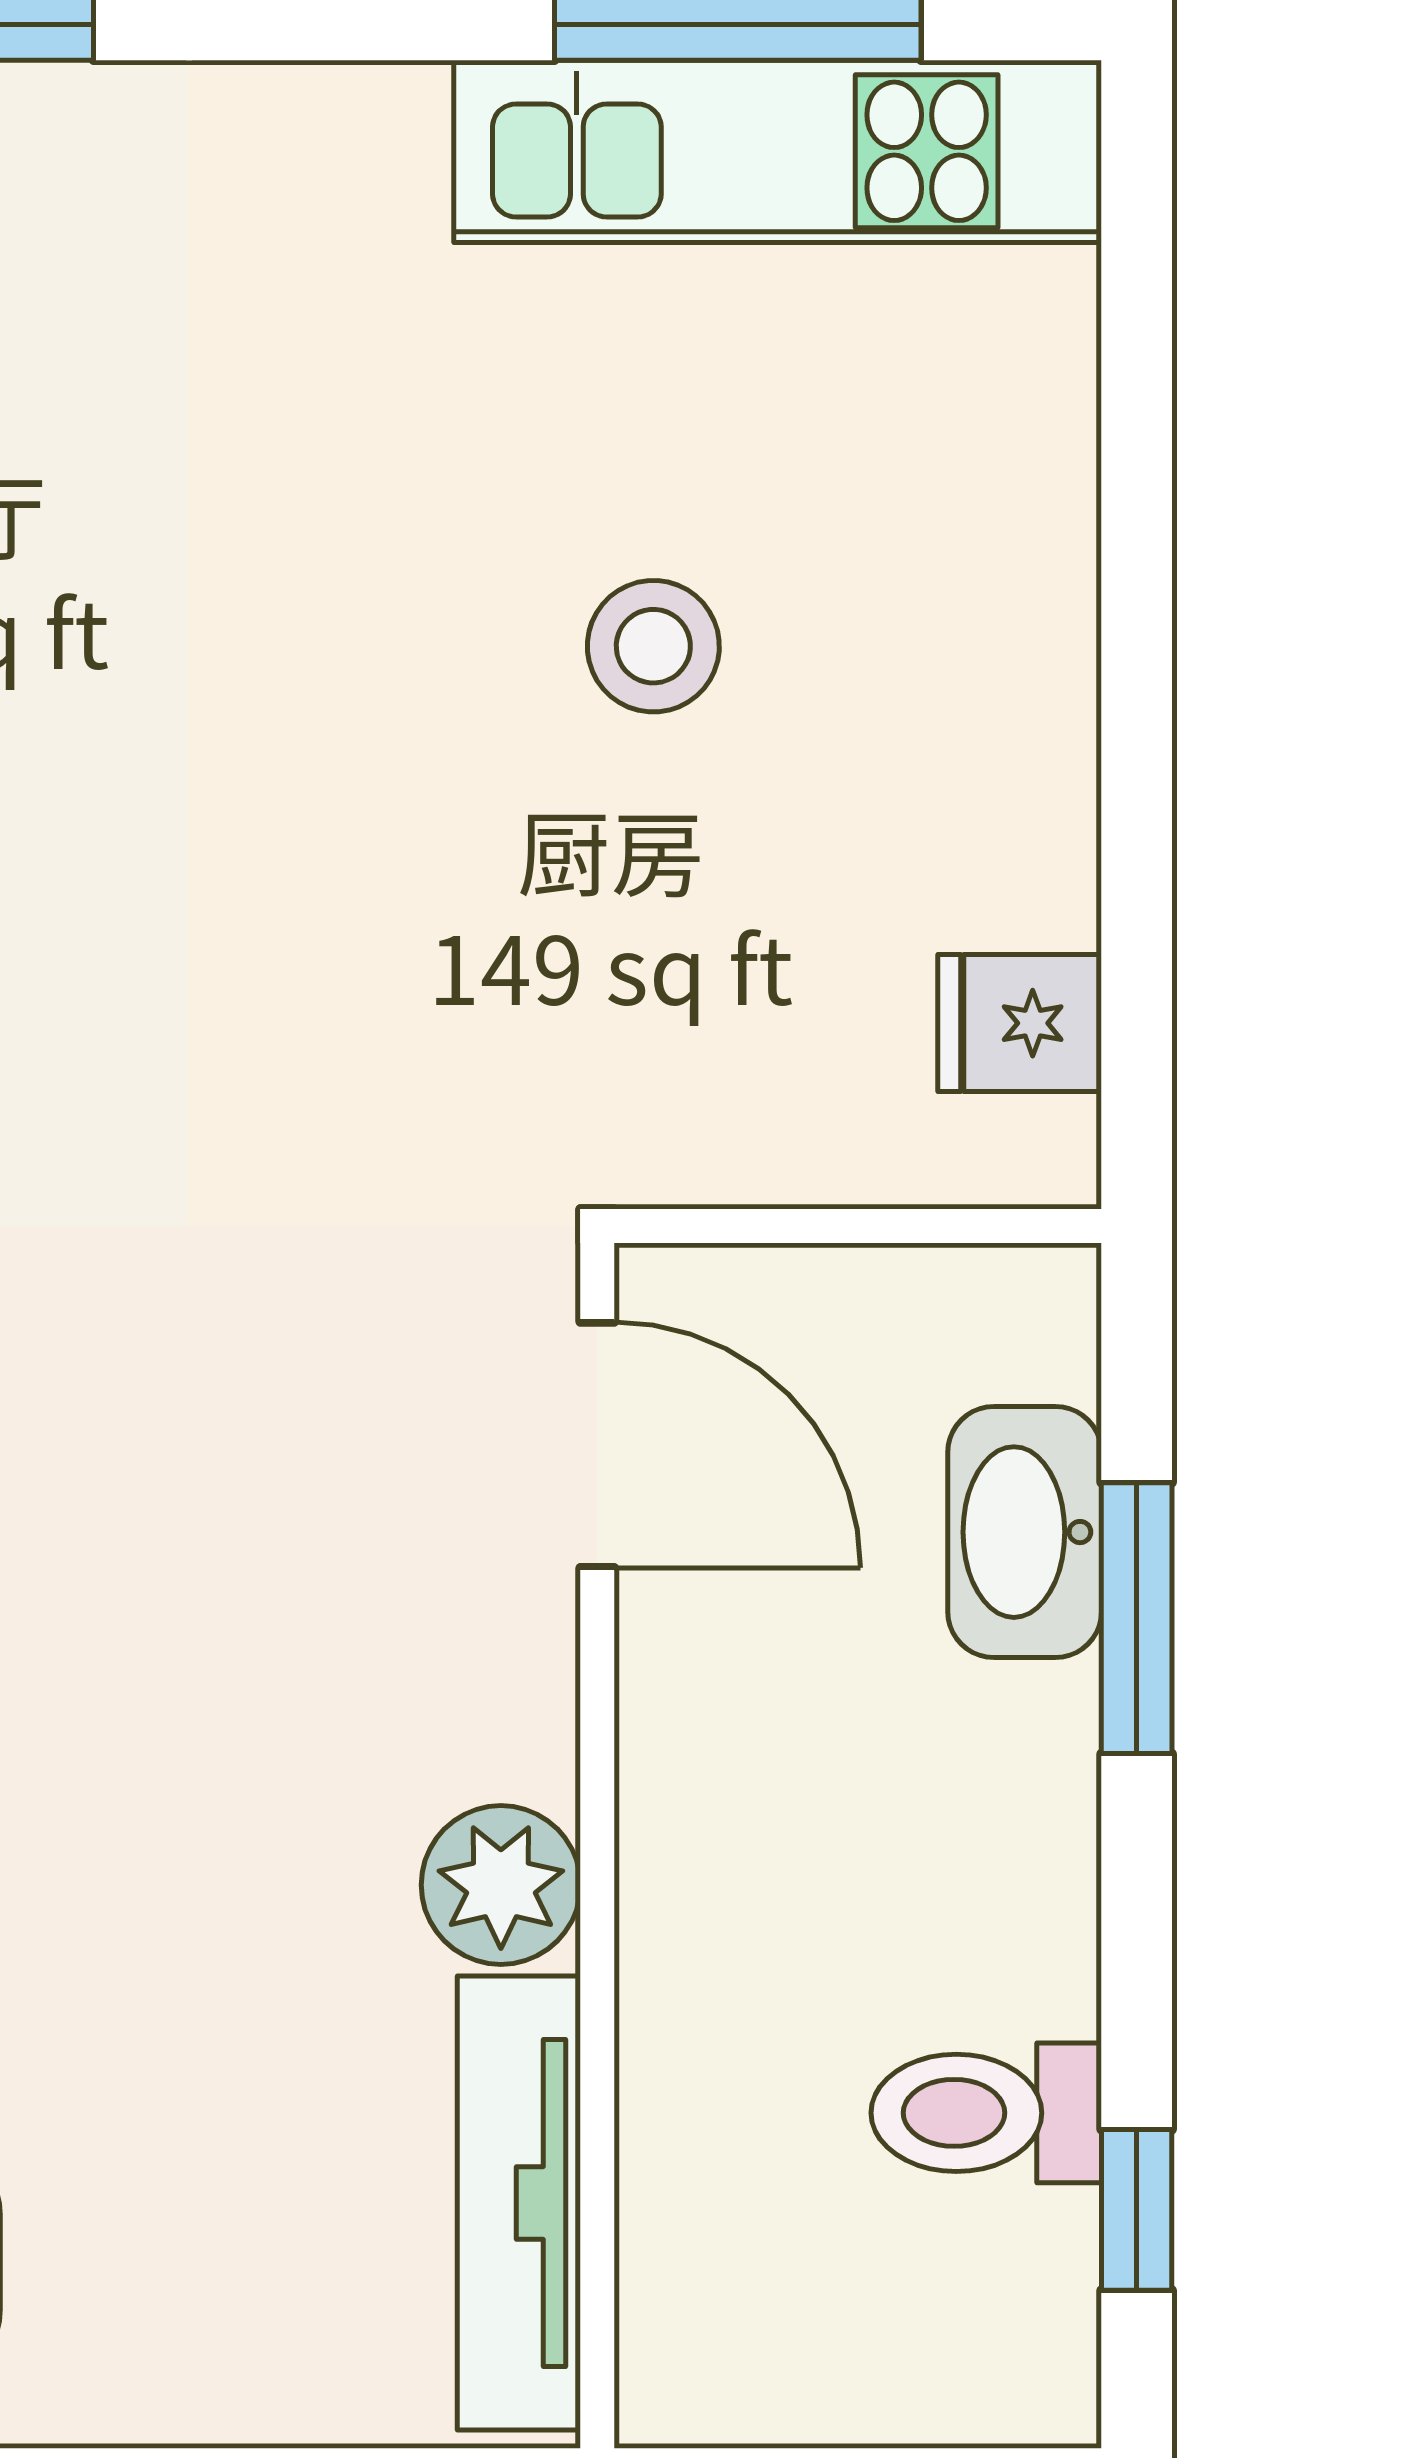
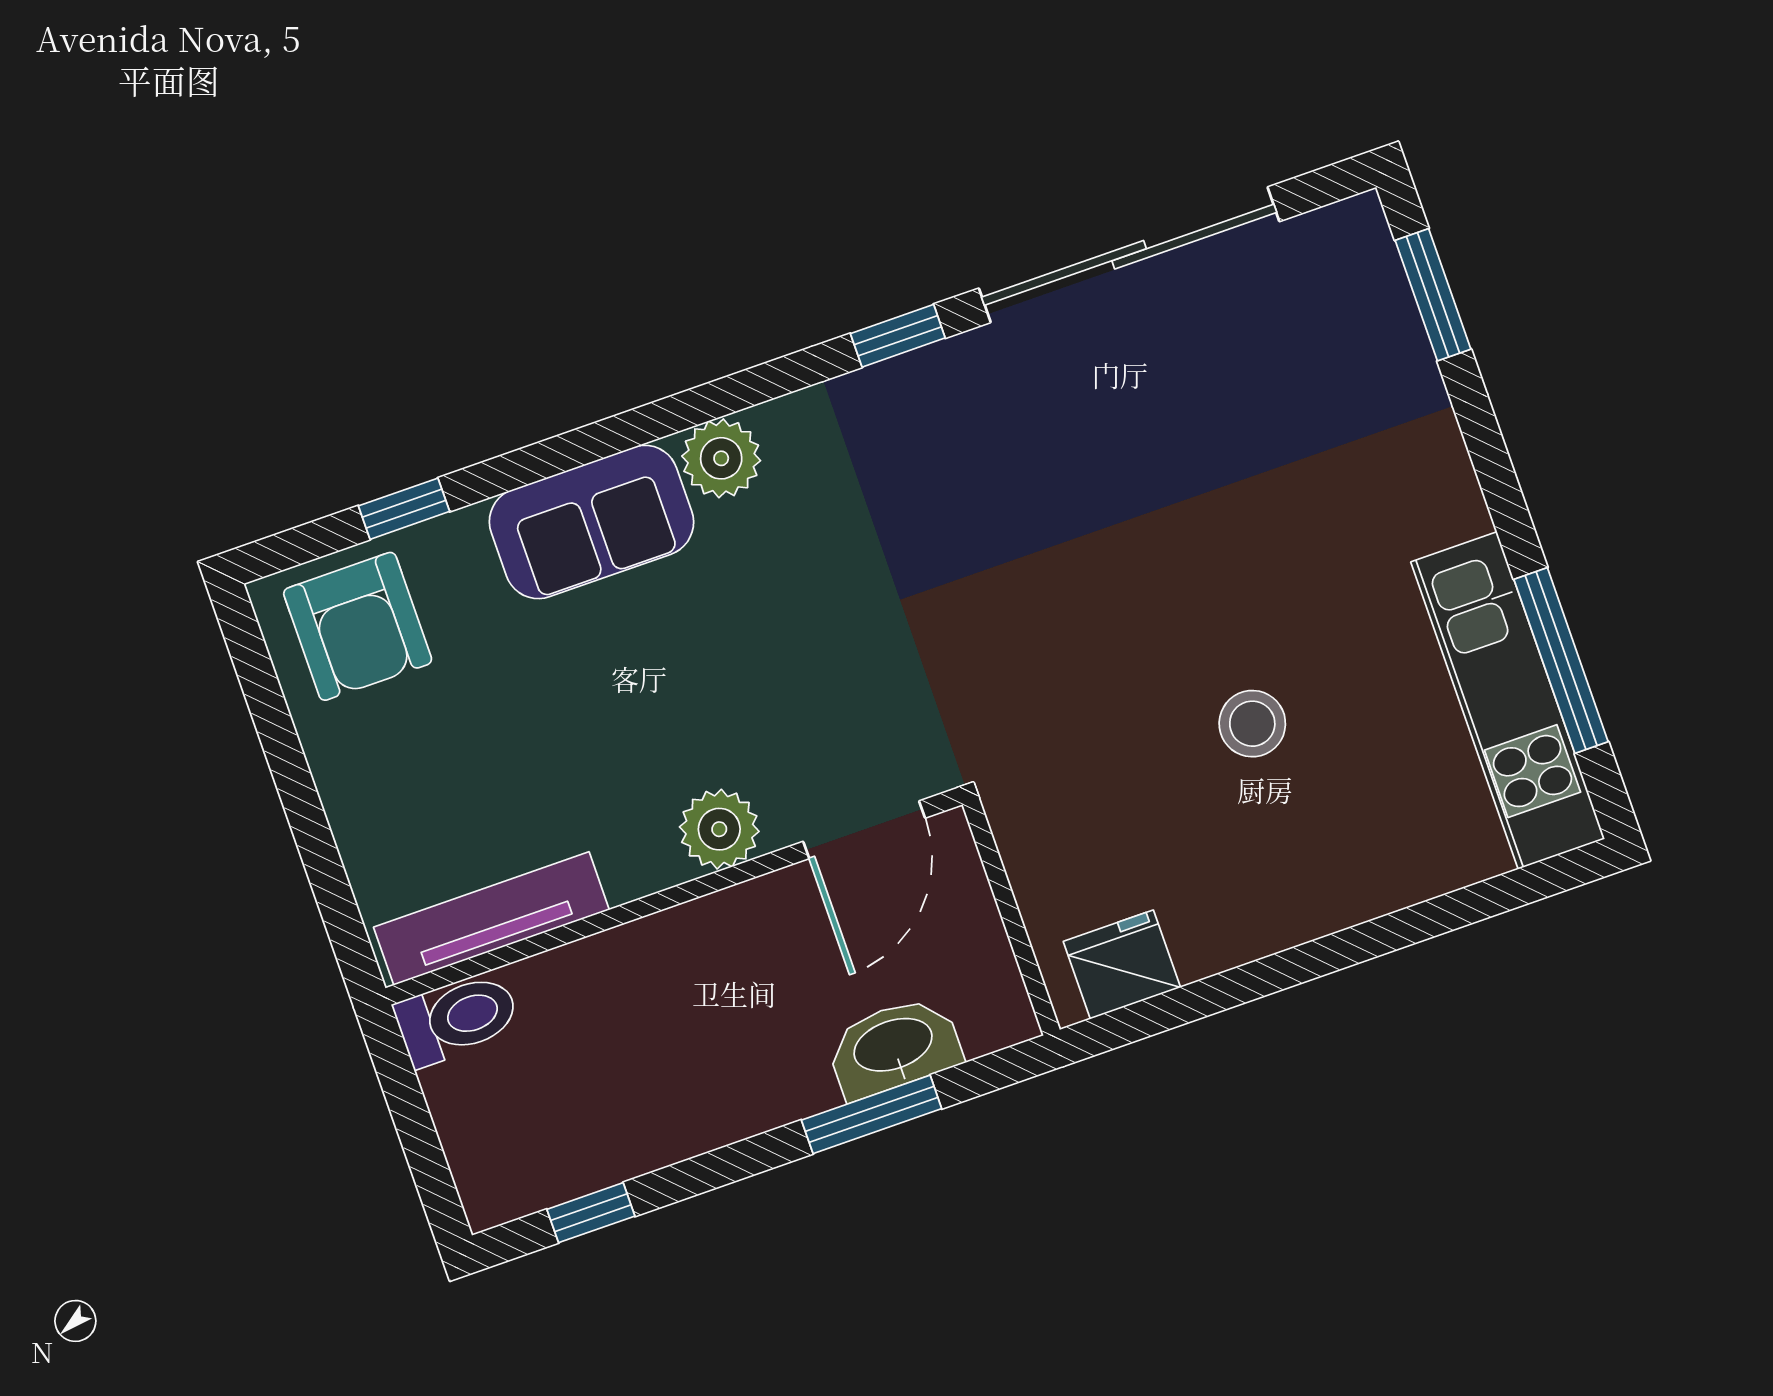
fridge: (1020, 1023) -> (1122, 964), width x1.38
plant: (501, 1885) -> (719, 829), moved
toilet: (986, 2113) -> (457, 1019), moved, turned 90

